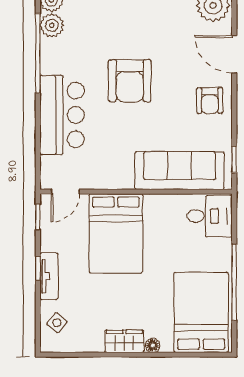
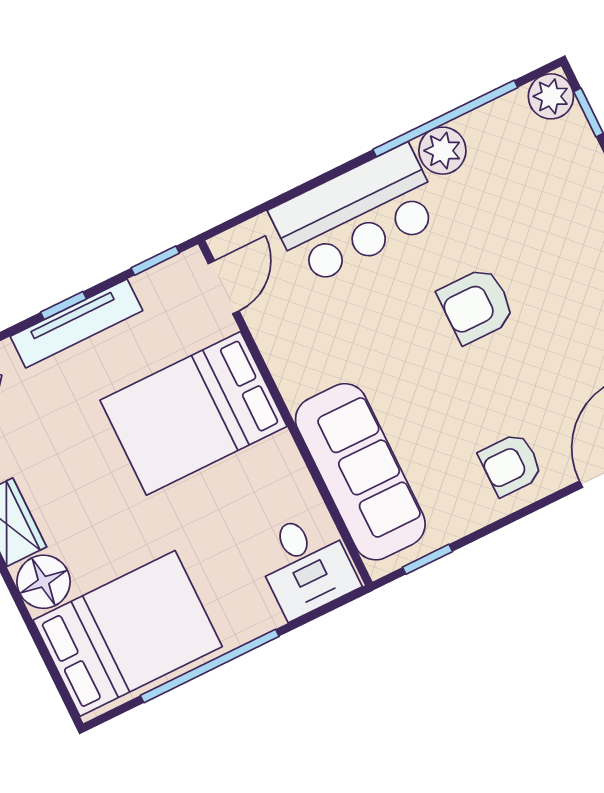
plant: (52, 25) -> (442, 151), moved
armchair: (130, 81) -> (476, 305), width x0.73, depth x0.73
door: (65, 192) -> (224, 287), swing flipped
tv unit: (49, 276) -> (76, 323), width x1.41
floor lamp: (153, 345) -> (44, 582), width x1.89, depth x1.89

